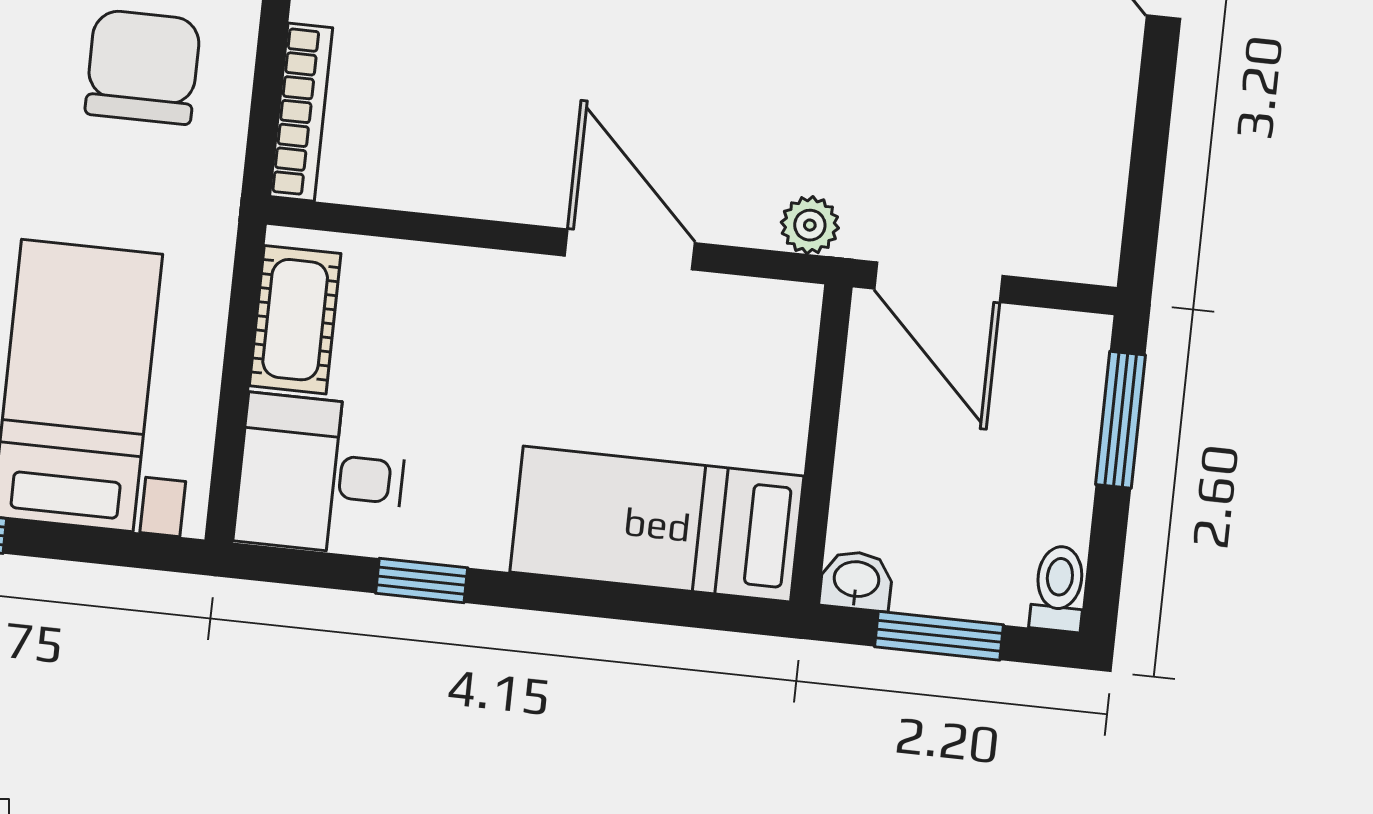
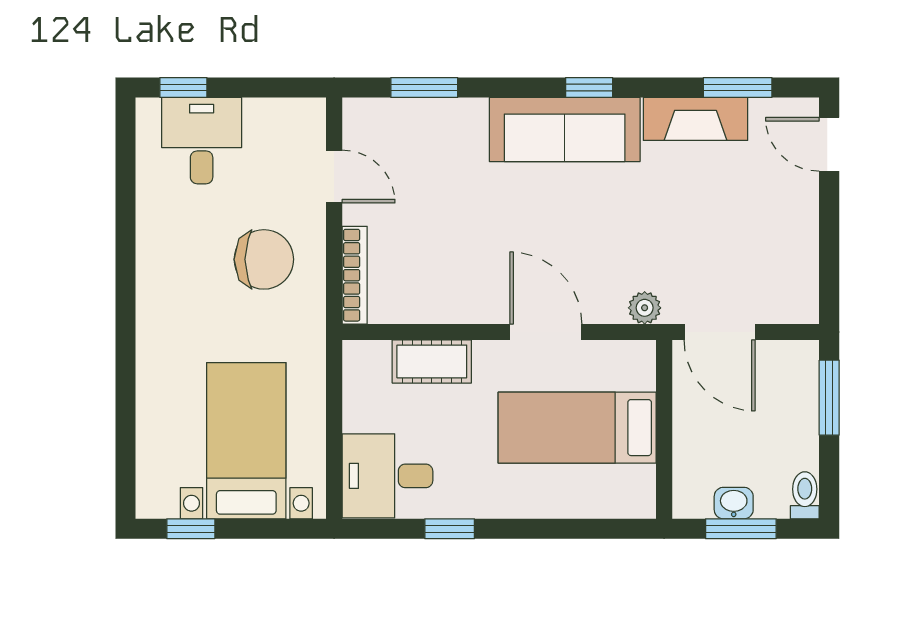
chair: (143, 67) -> (264, 259), turned 90
cot: (295, 320) -> (432, 361), moved, turned 90
bed: (657, 524) -> (577, 428), moved
washbasin: (856, 581) -> (734, 503), moved

